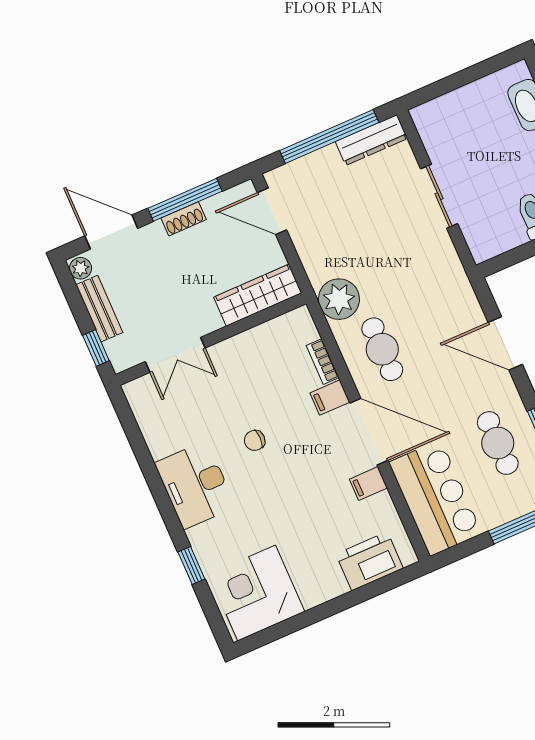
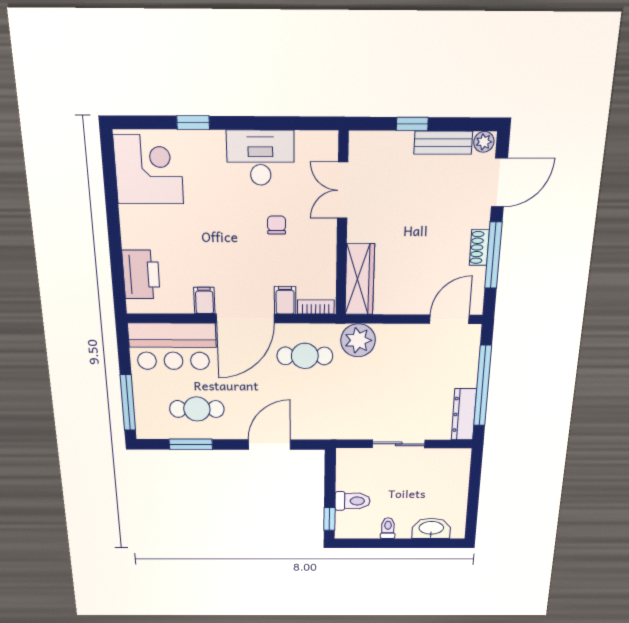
wardrobe: (258, 295) -> (360, 279), moved
wall: (211, 339) -> (342, 226), moved
double door: (175, 355) -> (343, 190), moved

